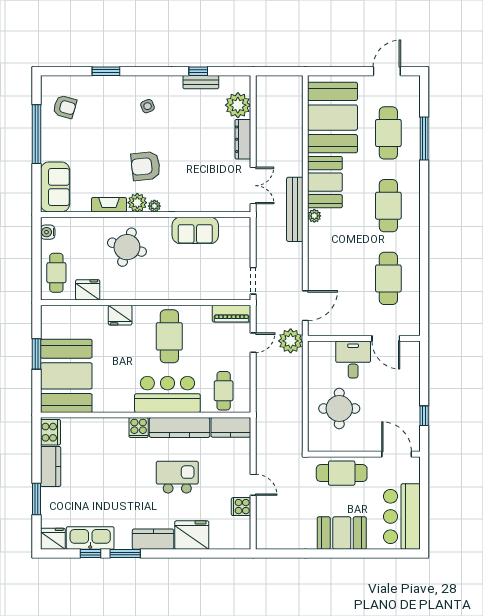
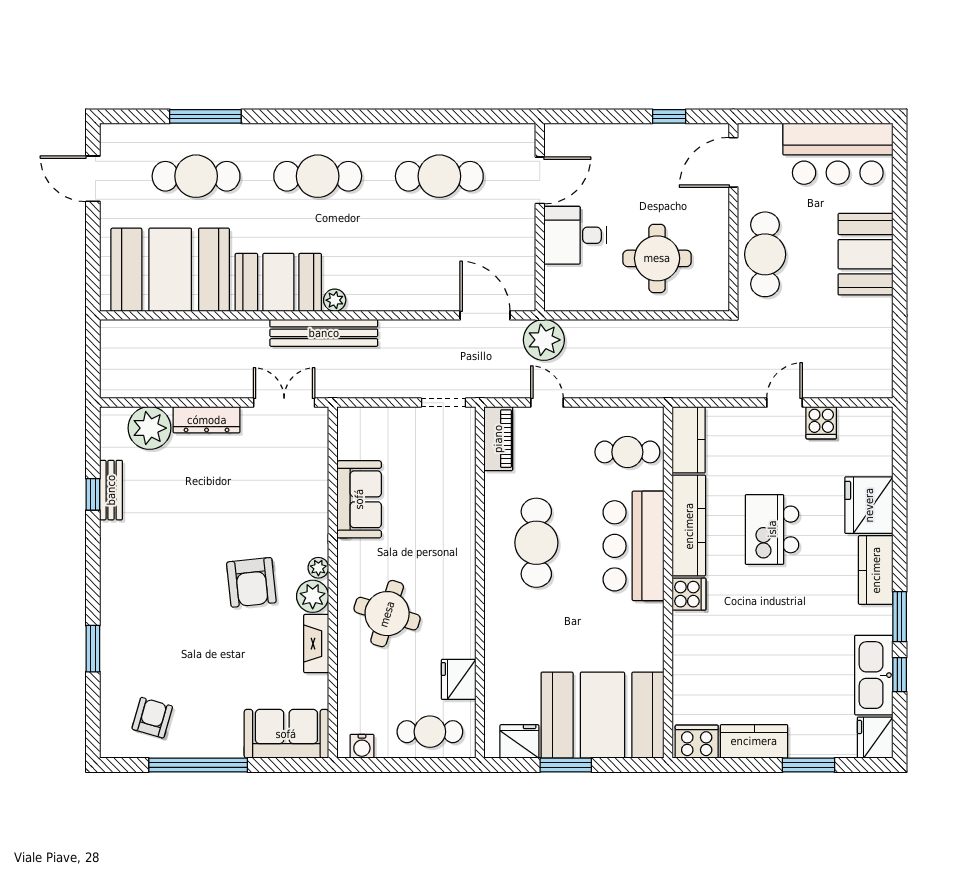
side table: (148, 106) -> (151, 579), removed
fridge: (120, 315) -> (519, 741), moved, turned -90
cafe table: (169, 336) -> (536, 543), turned 90

